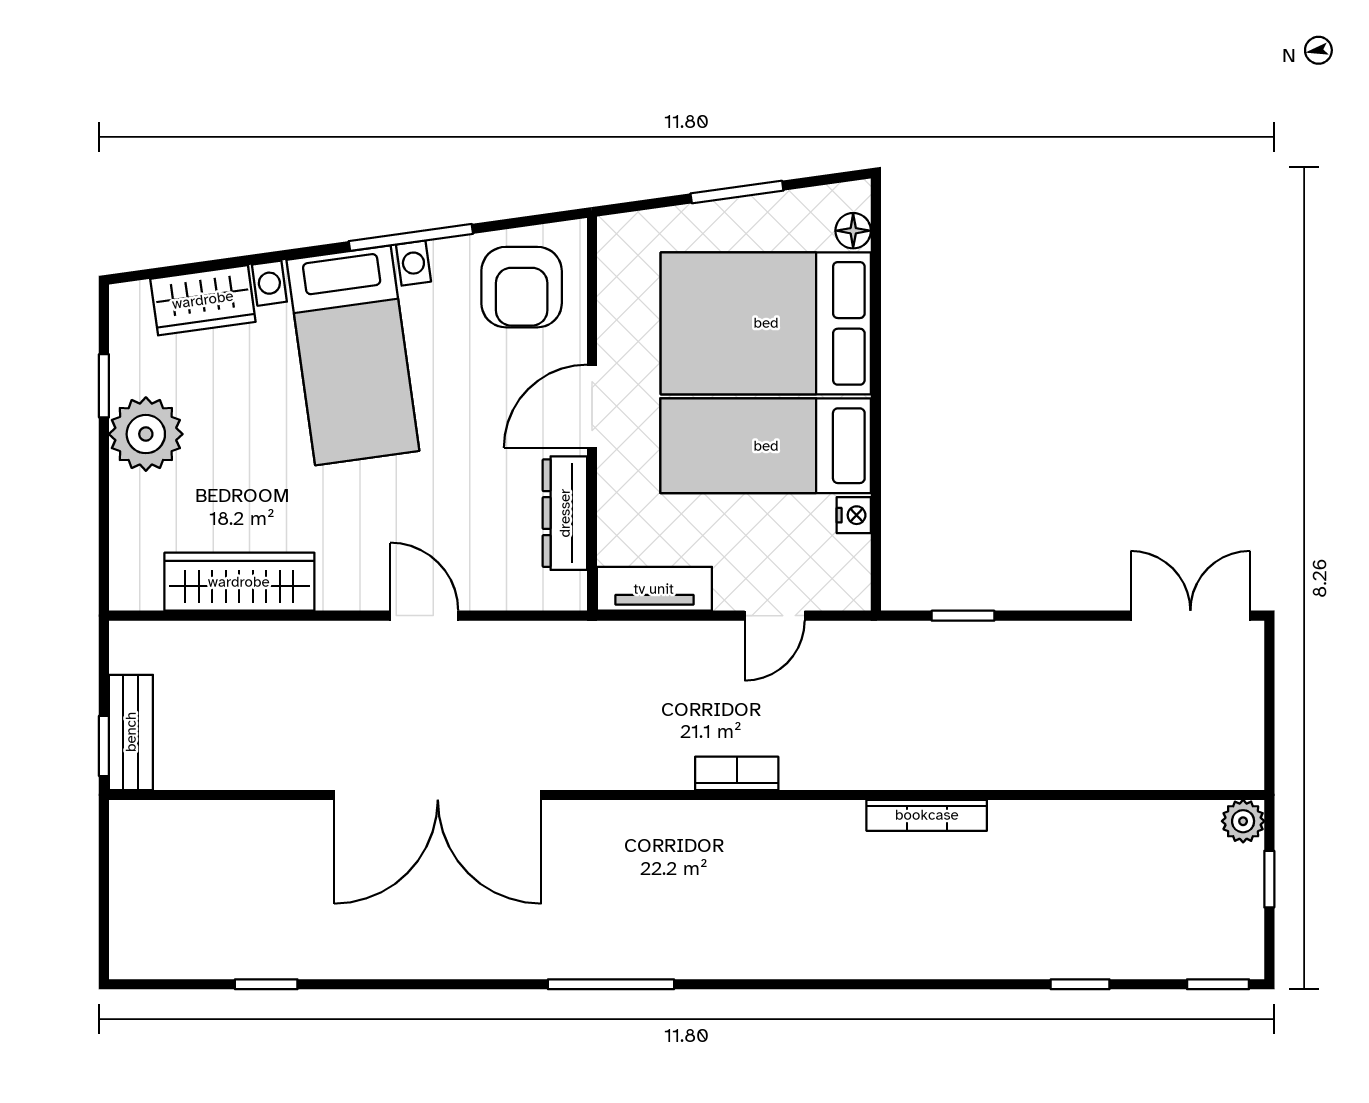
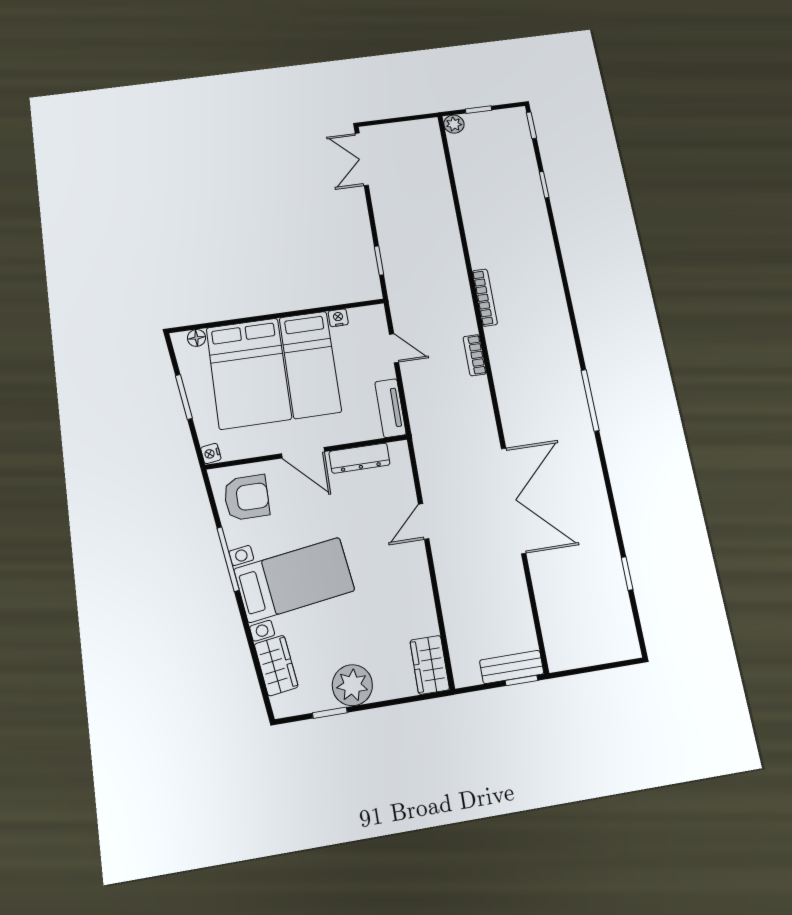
nightstand: (617, 230) -> (211, 454), added
wardrobe: (239, 582) -> (430, 665), moved, width x0.67
bookcase: (927, 815) -> (485, 298), moved

